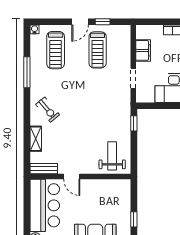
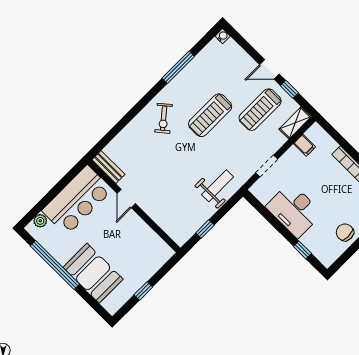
treadmill: (56, 50) -> (210, 115), moved
filing cabinet: (143, 50) -> (305, 145), width x0.50
window: (134, 123) -> (205, 229), moved
shelving: (36, 139) -> (295, 123), moved
weight bench: (112, 156) -> (218, 186), moved

